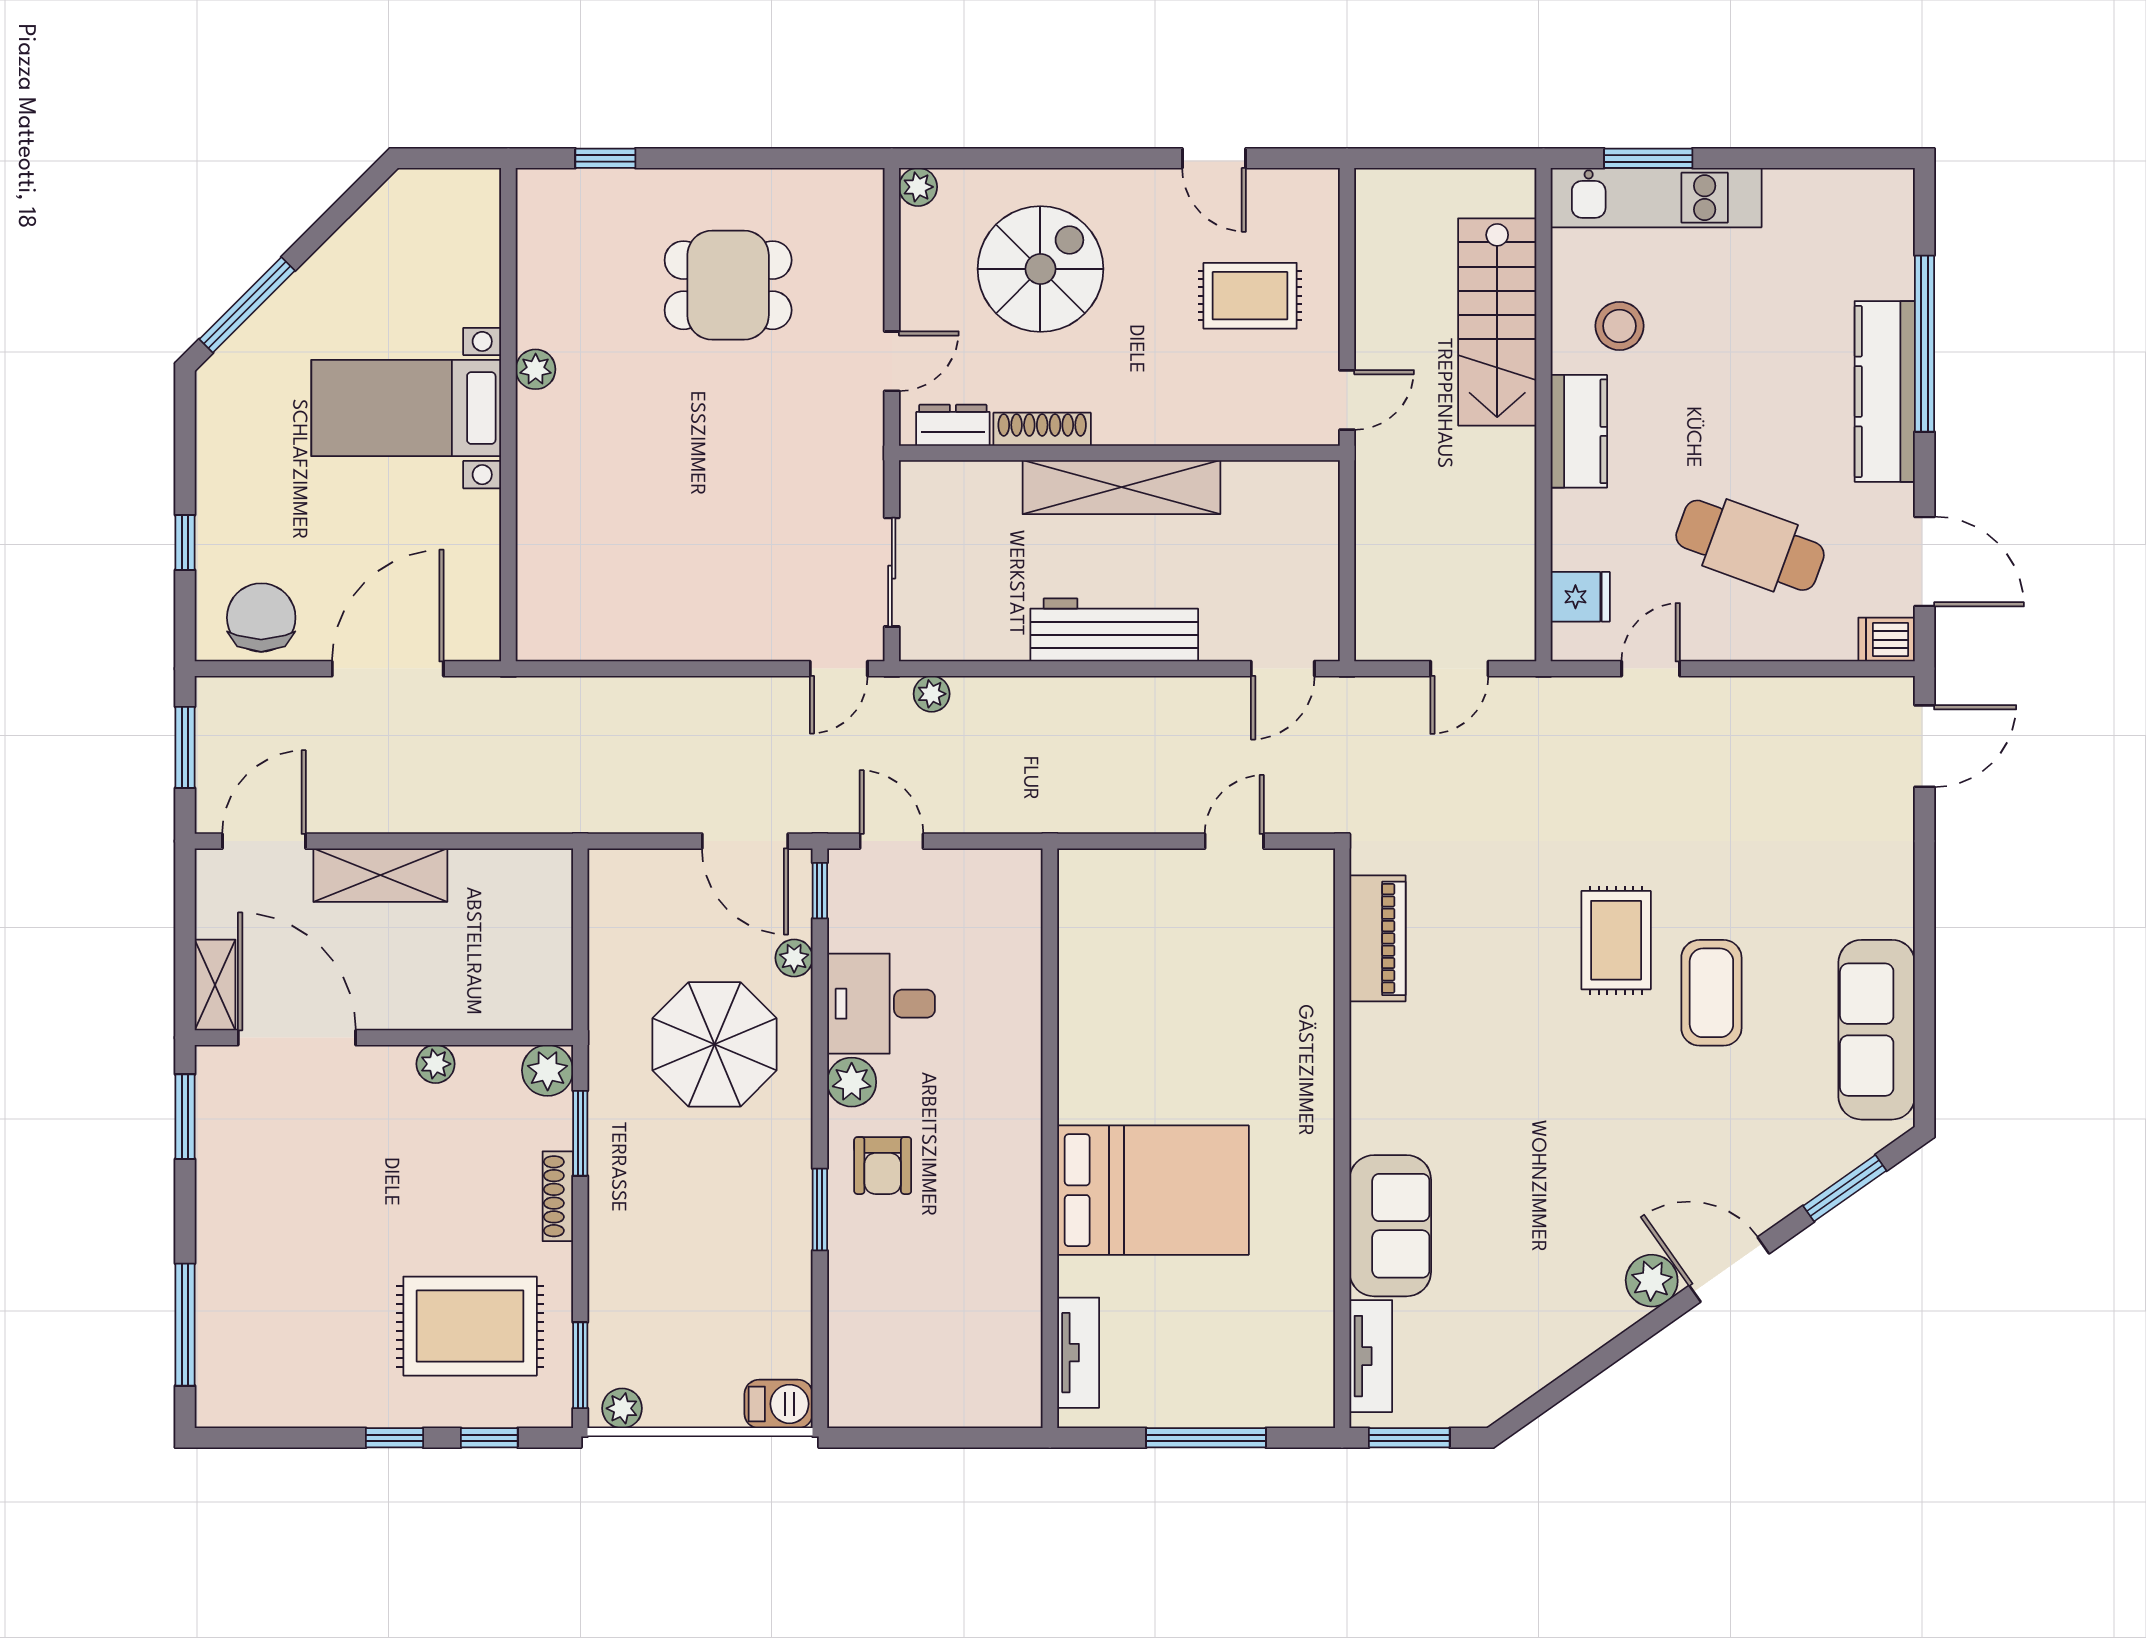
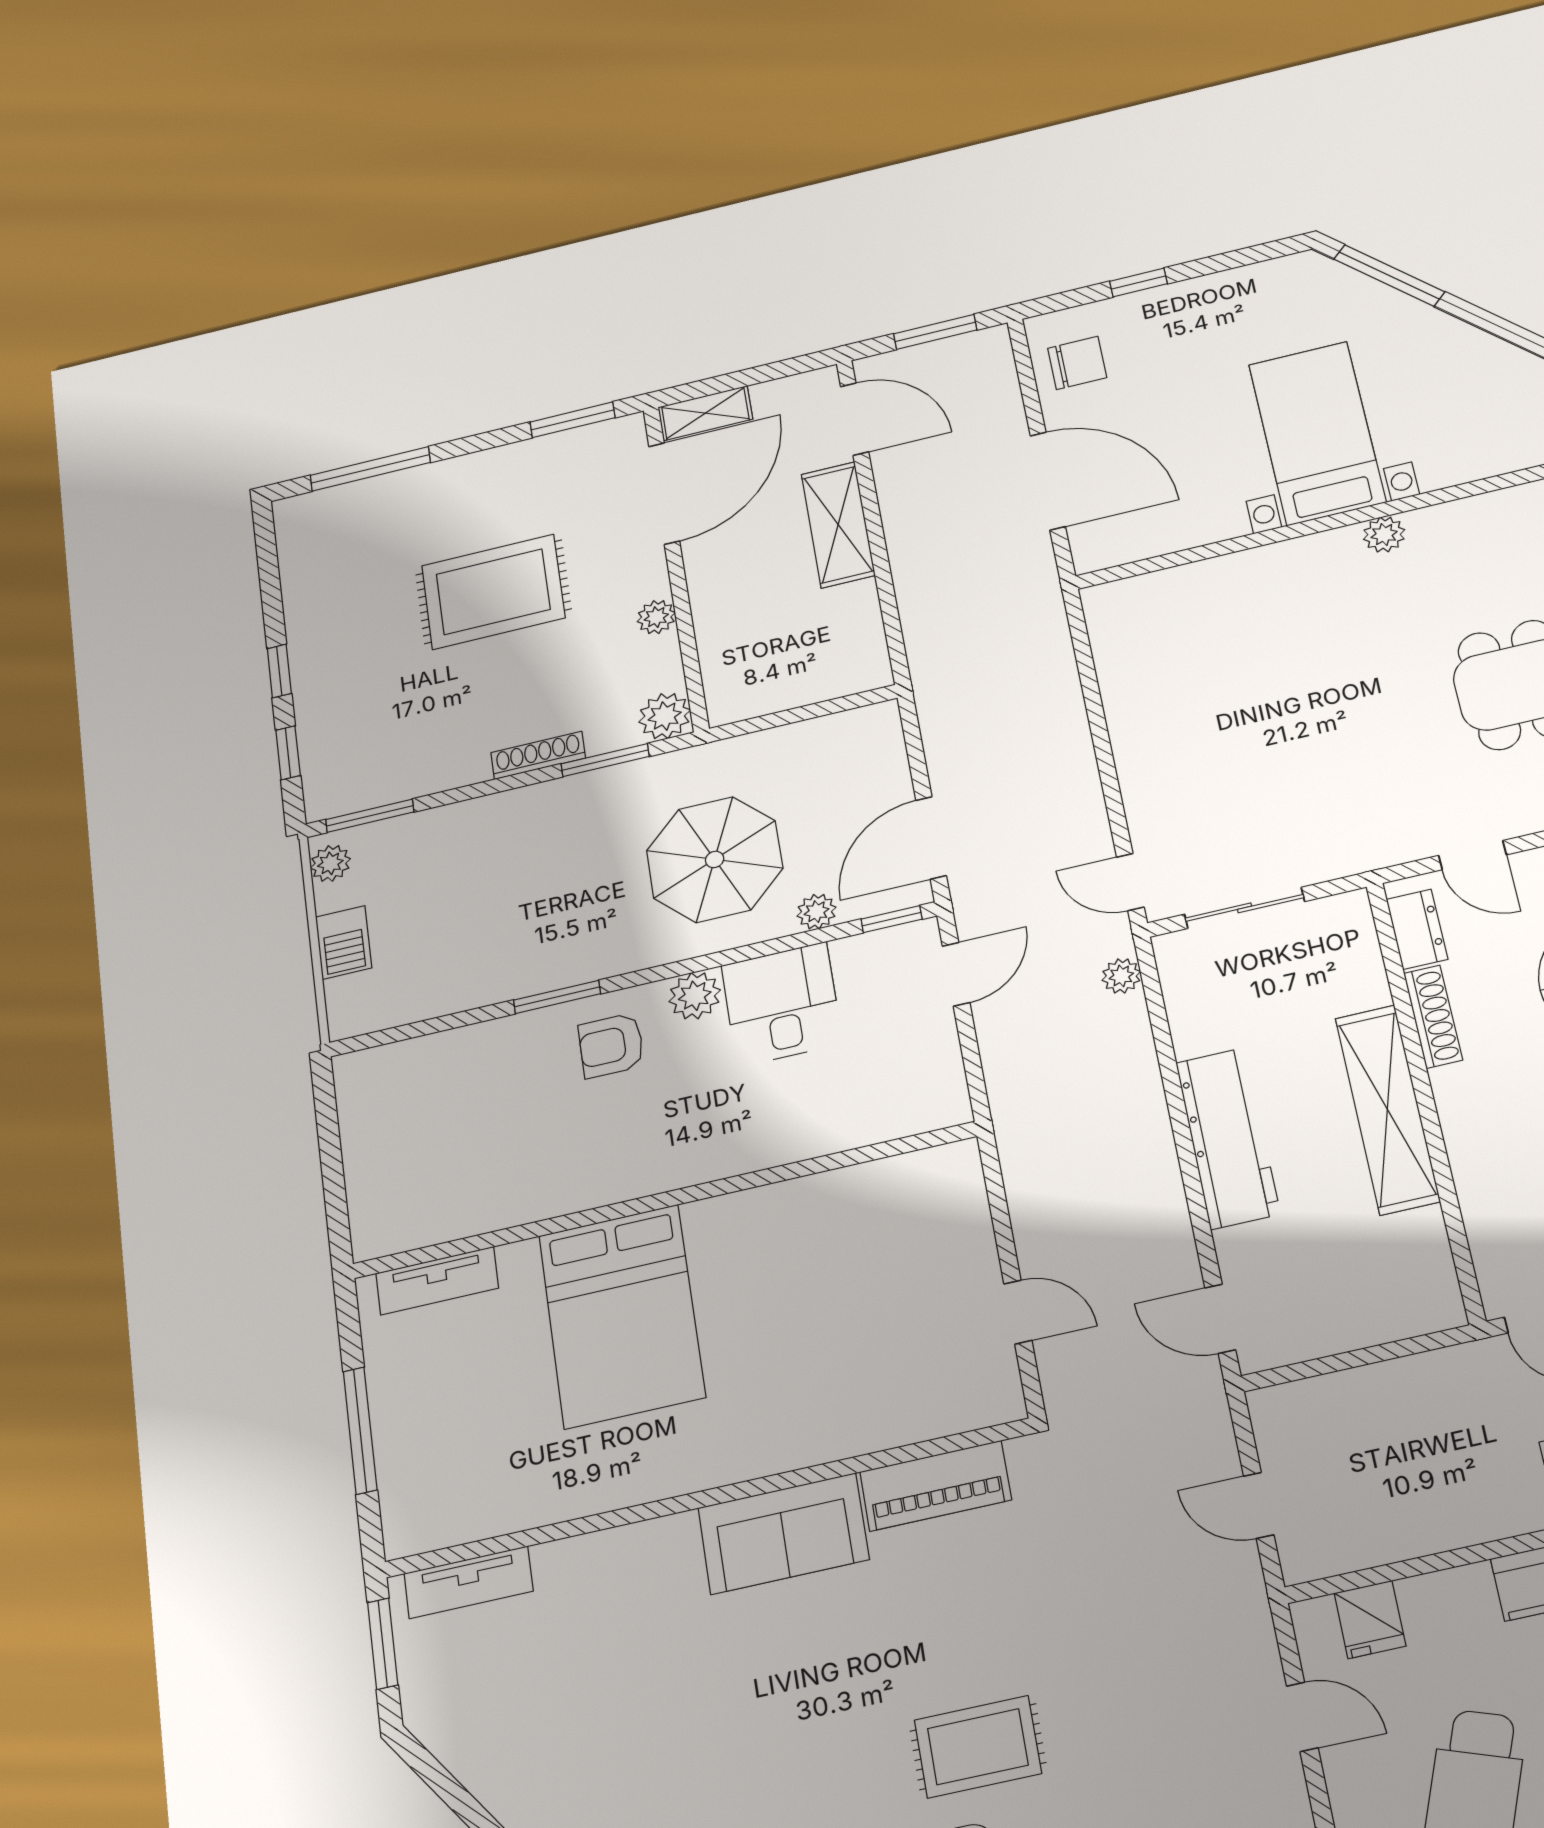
chair: (261, 618) -> (1077, 363), width x0.73, depth x0.73
sofa: (1390, 1226) -> (783, 1534), moved
rug: (470, 1326) -> (493, 592), moved, turned 90
barbecue: (779, 1404) -> (344, 942), moved

